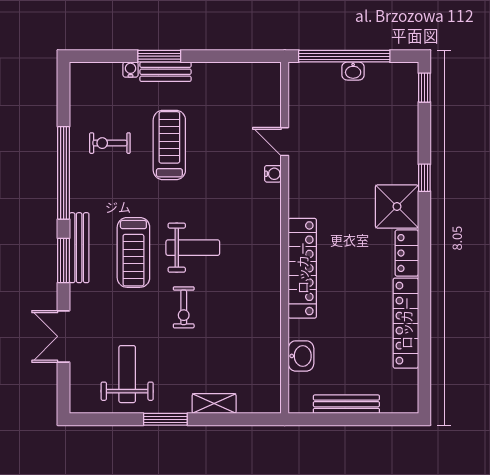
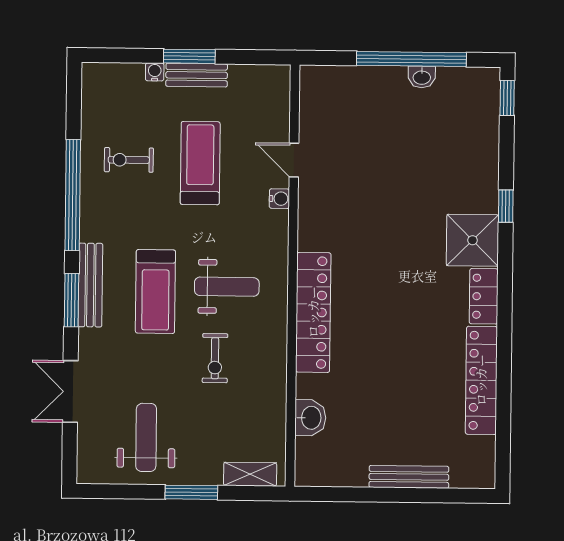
door: (285, 142) -> (294, 160), moved
water cooler: (273, 174) -> (279, 199), moved
wall: (285, 238) -> (293, 276), moved
locker: (302, 268) -> (313, 312), moved
washbasin: (301, 356) -> (310, 418), moved

